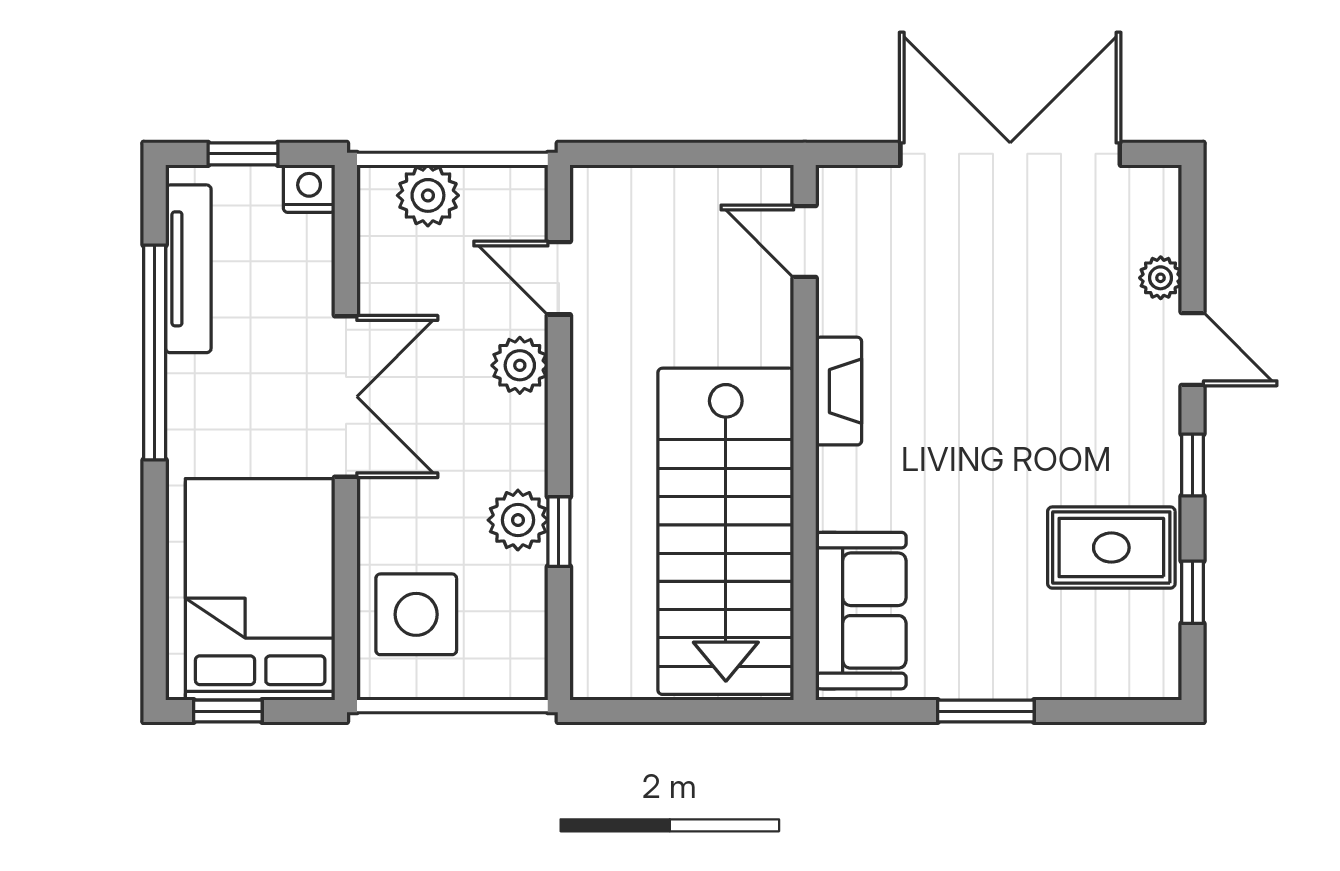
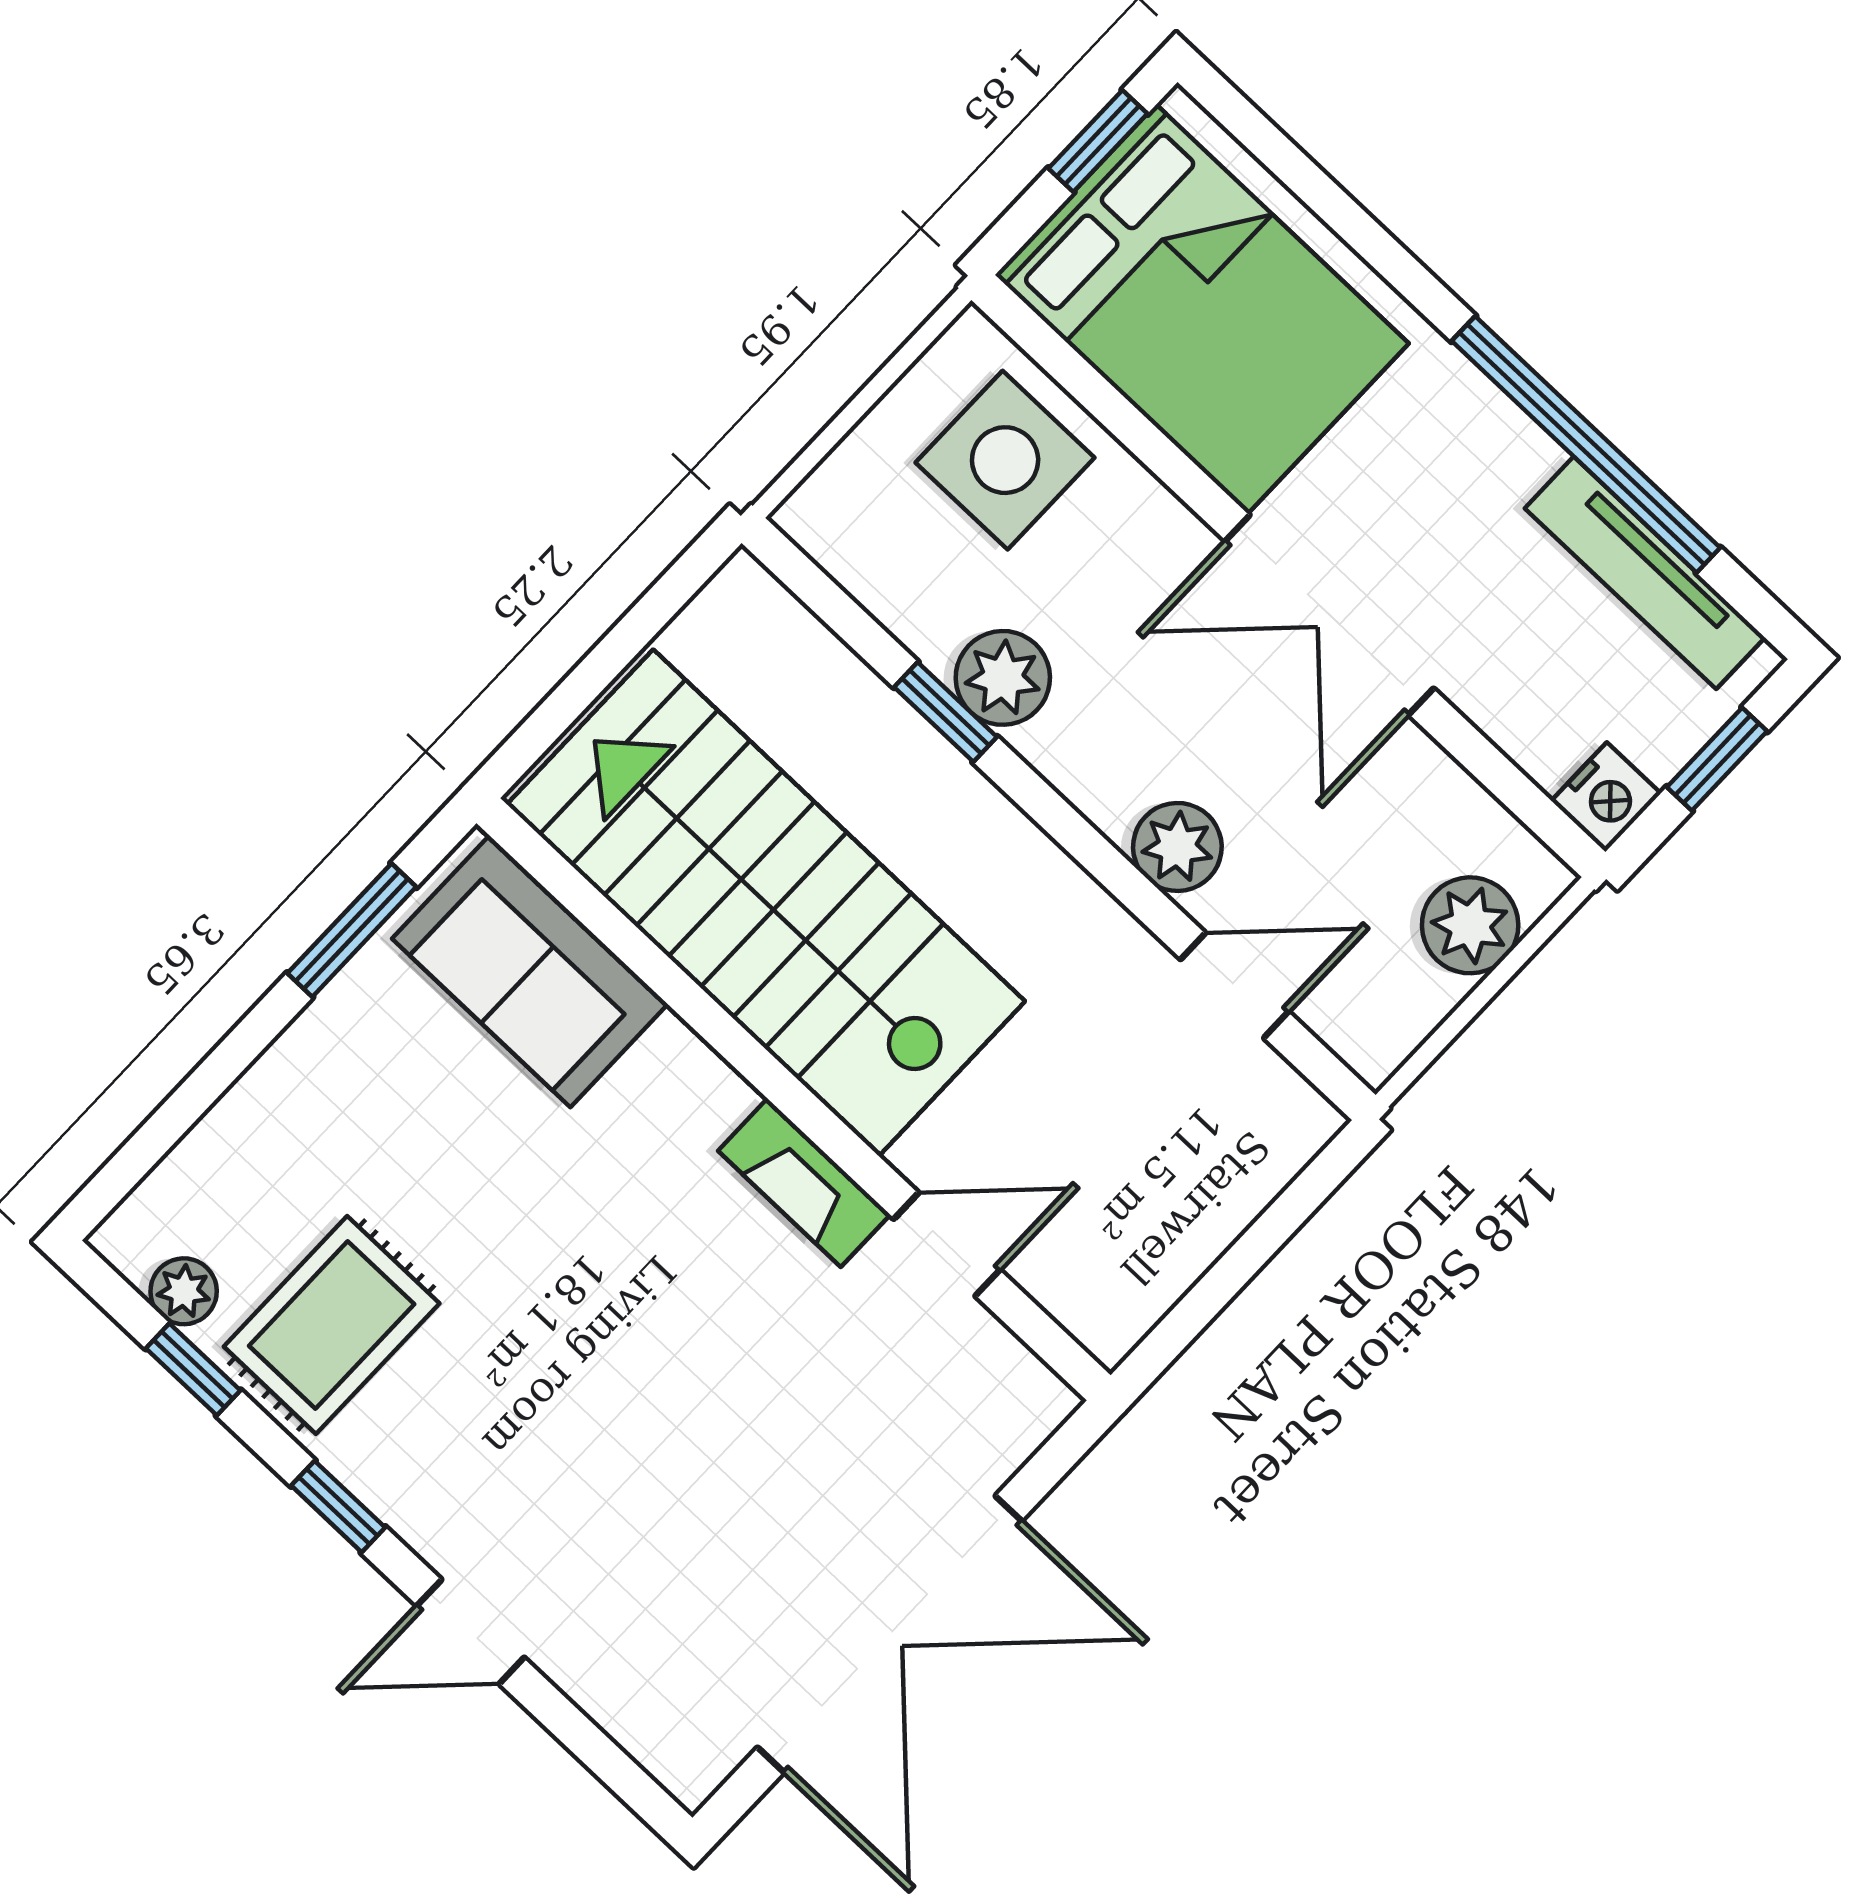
door: (805, 241) -> (947, 1244), moved
plant: (1161, 278) -> (184, 1291), moved
window: (986, 711) -> (352, 930), moved

